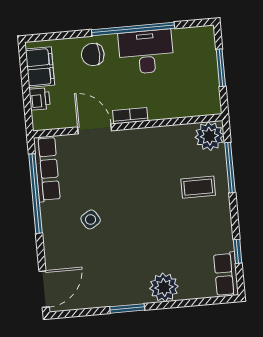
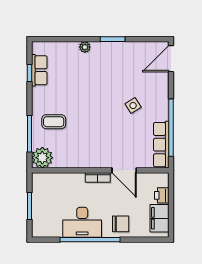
row of seats: (226, 274) -> (39, 70), moved
plant: (164, 287) -> (85, 47), width x0.53, depth x0.53

